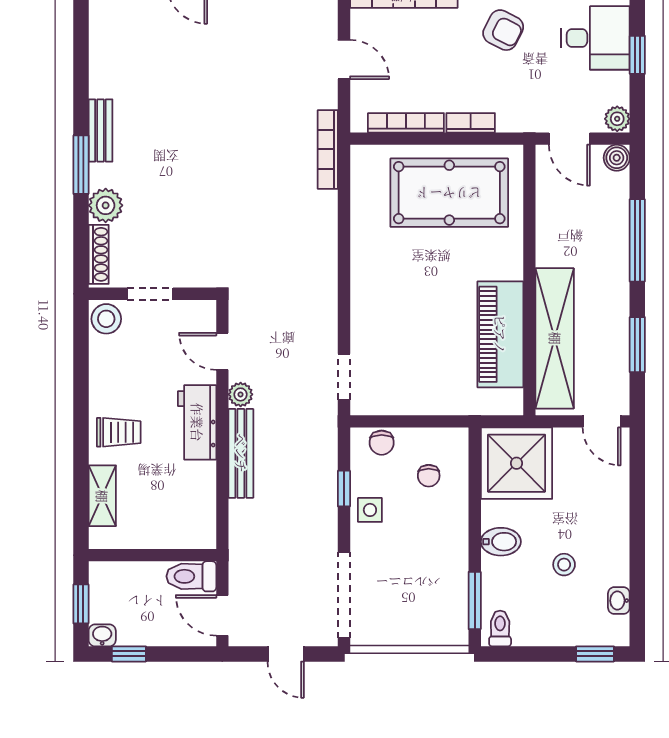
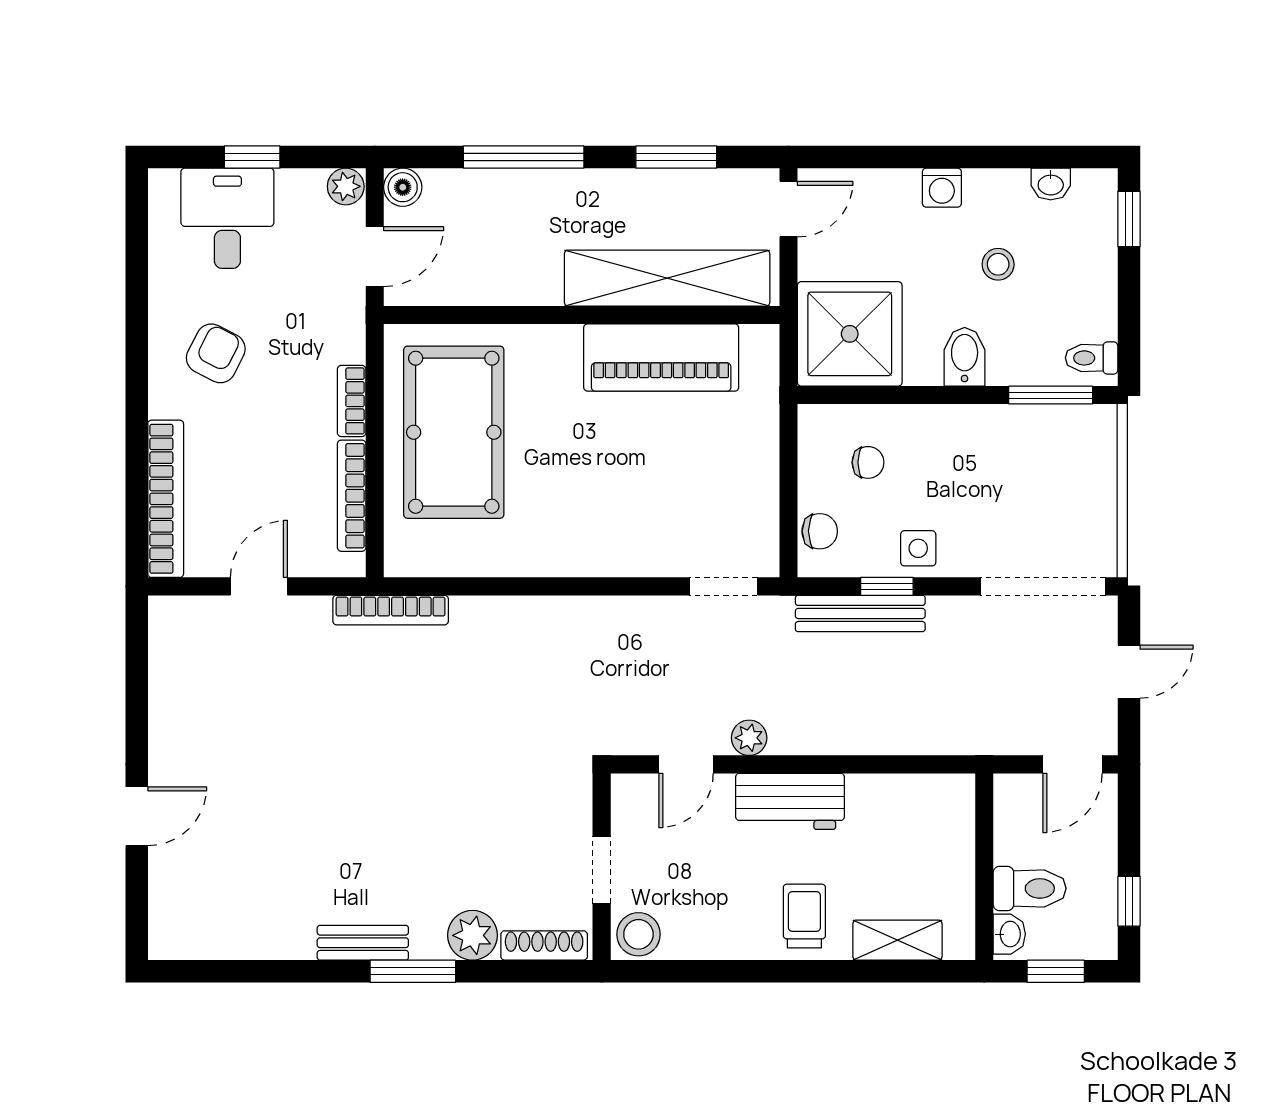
bench: (241, 453) -> (860, 613), moved
washing machine: (616, 526) -> (942, 188), added
toilet: (191, 576) -> (1030, 888), moved, turned -90
washbasin: (102, 635) -> (1009, 934), moved, turned 180

